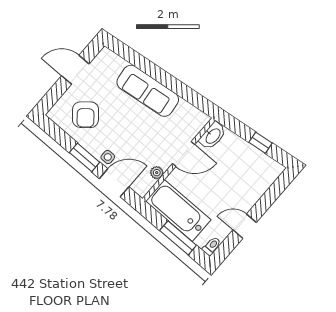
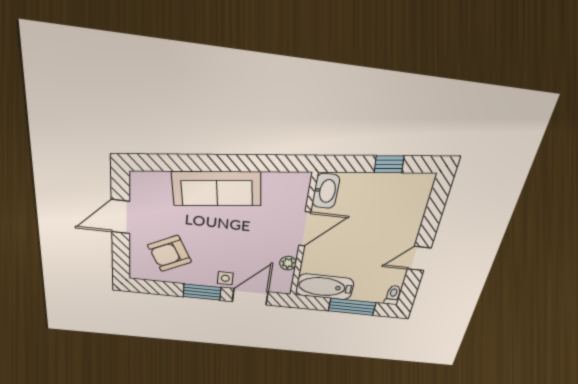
armchair: (86, 115) -> (170, 254), turned 103
bathtub: (178, 211) -> (325, 287), width x0.73, depth x0.73

